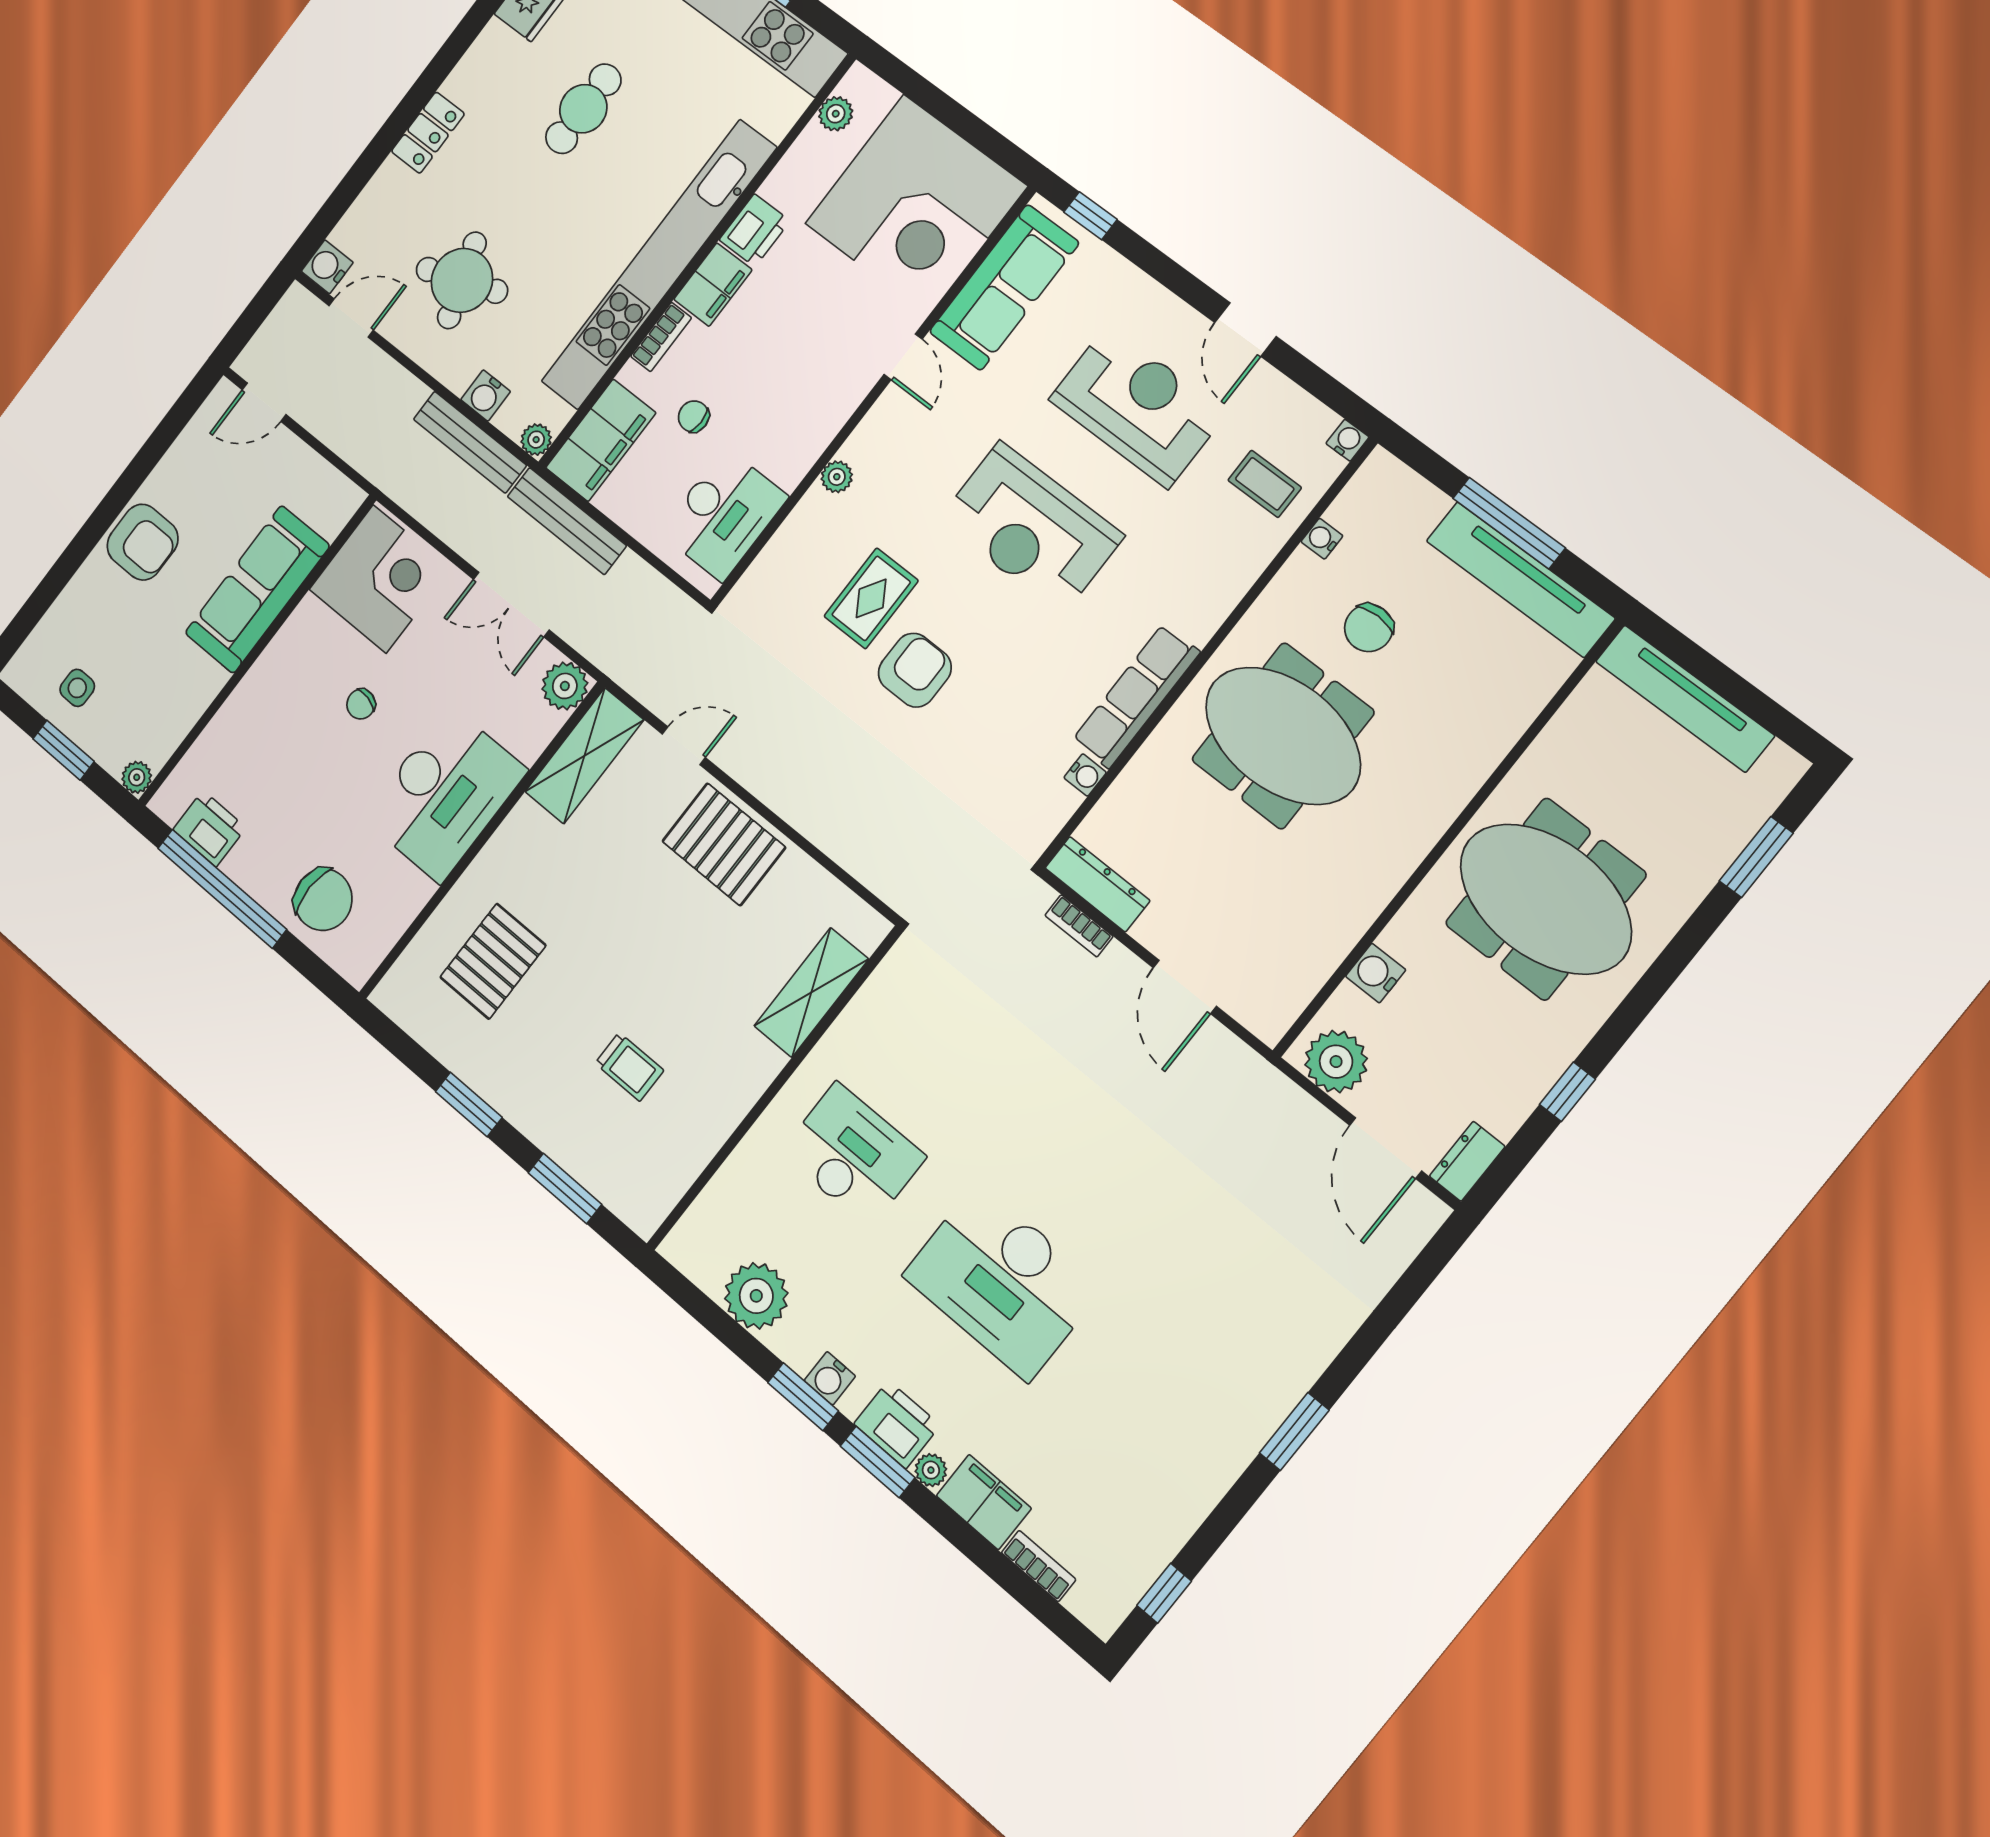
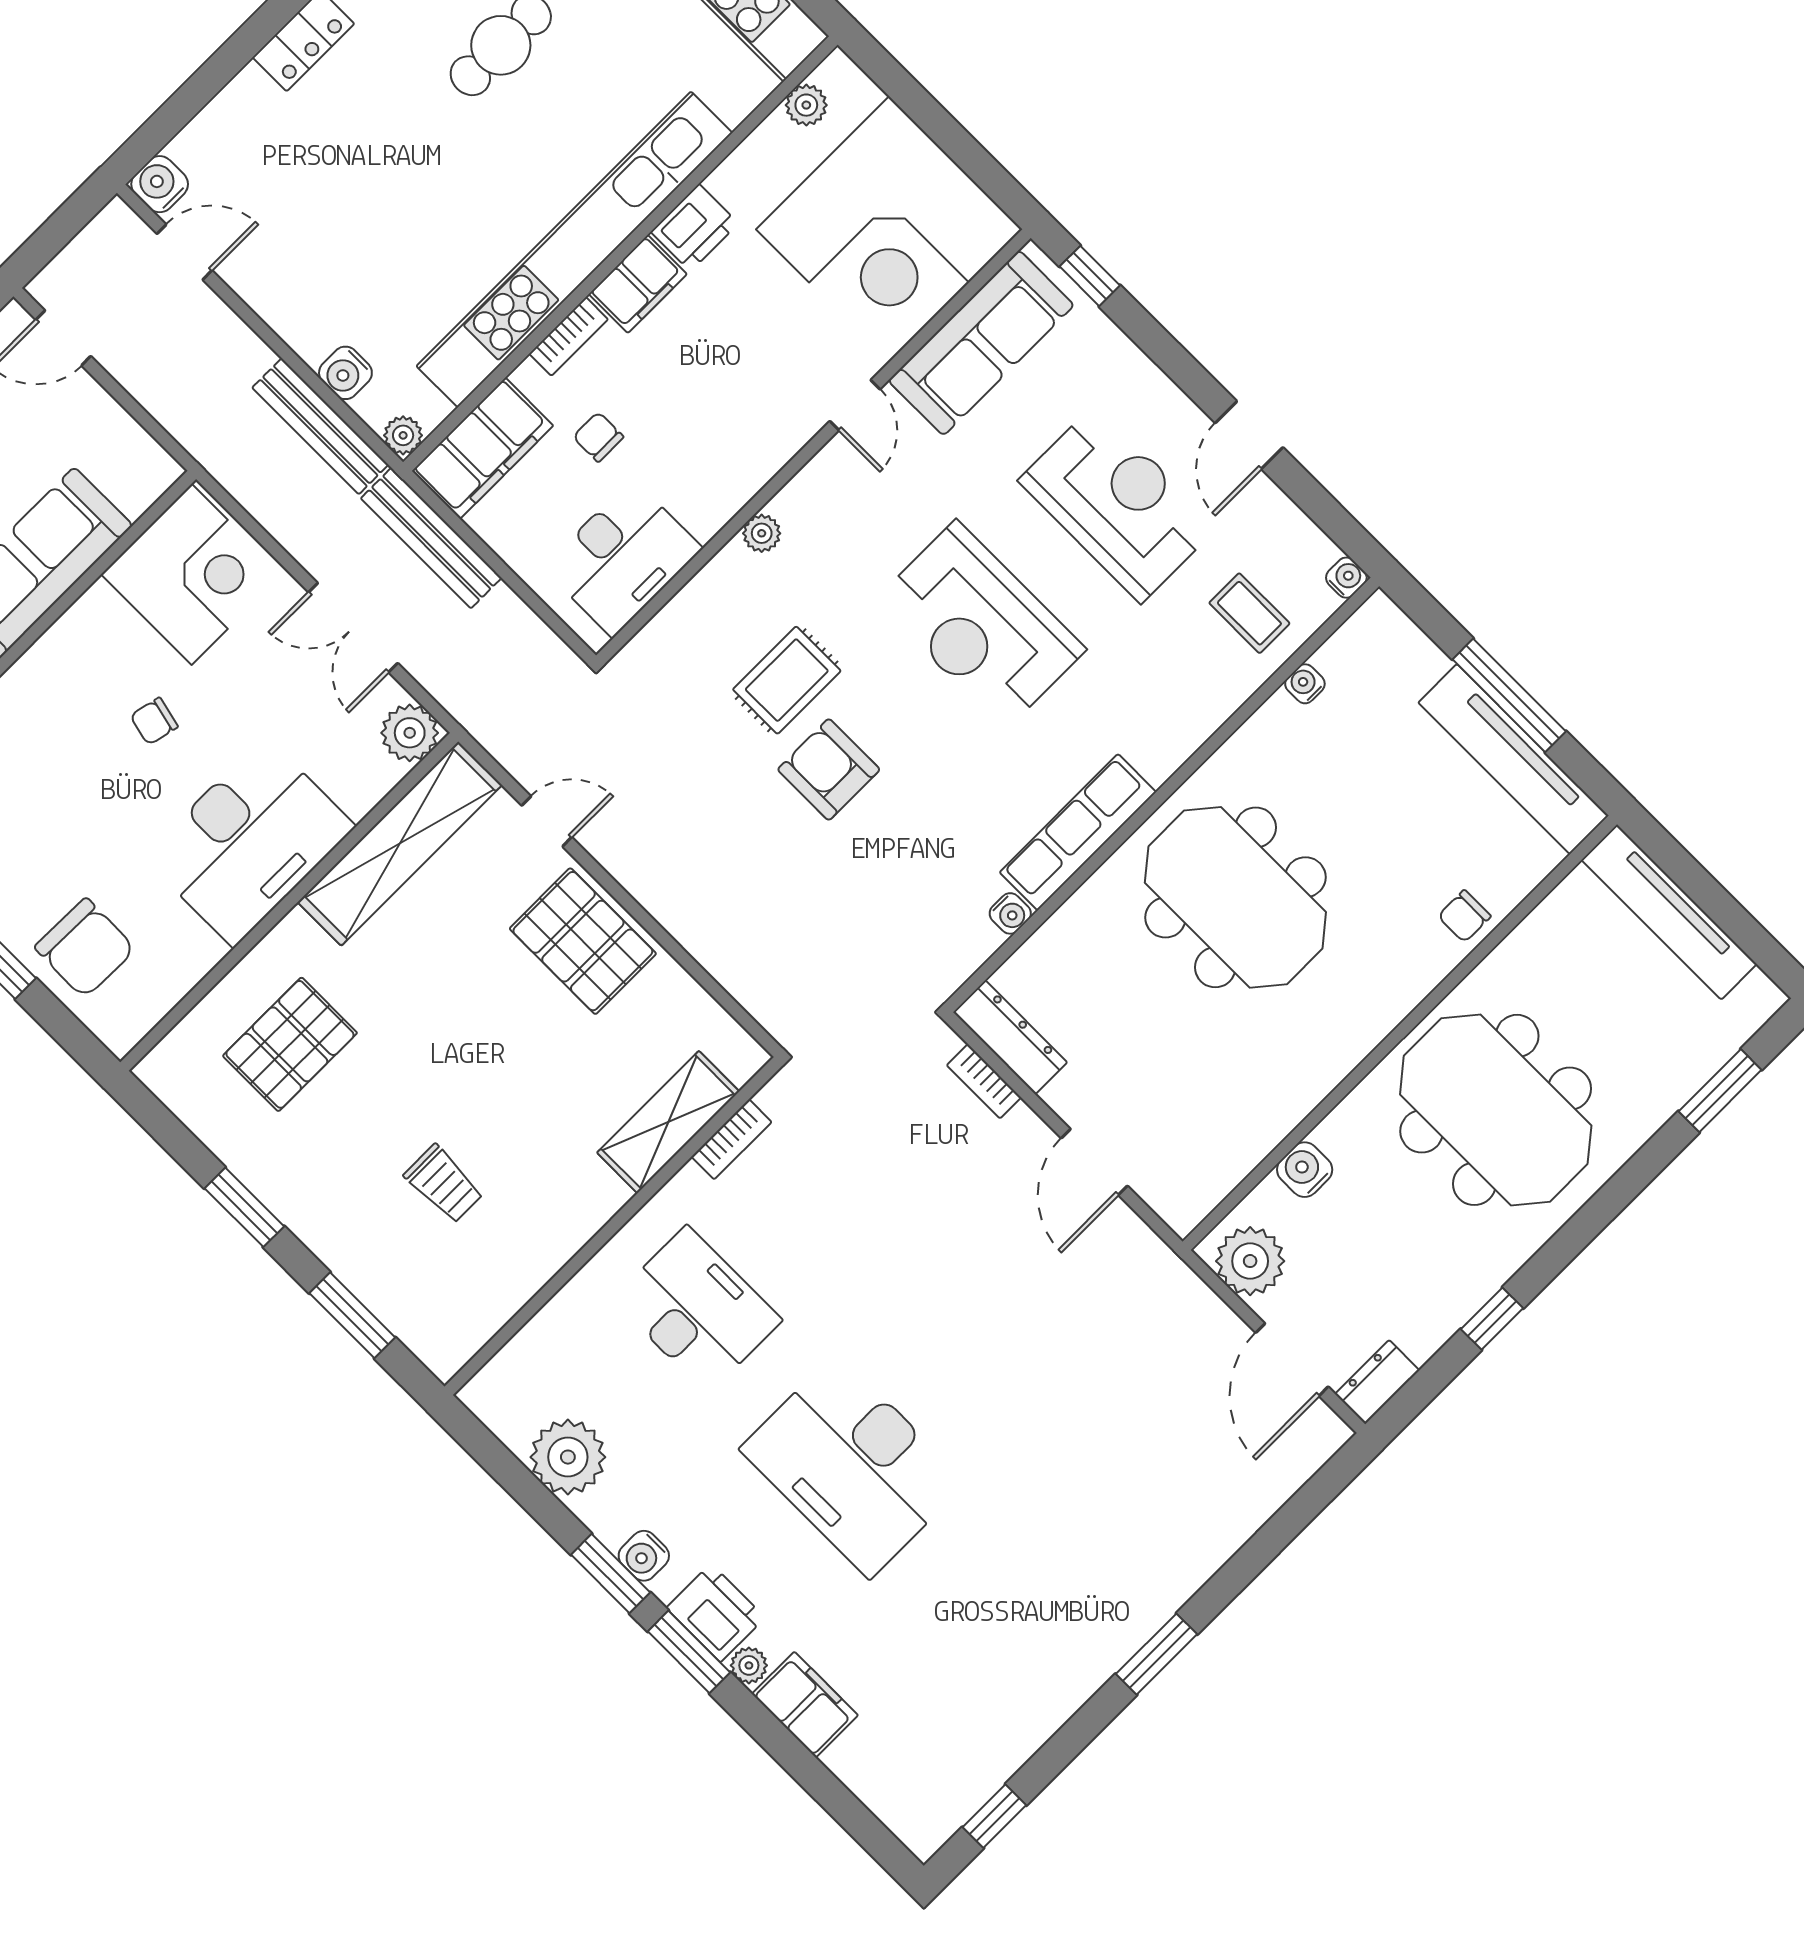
round table: (462, 280) -> (329, 229), removed
chair: (1369, 628) -> (1464, 916), moved, width x0.73, depth x0.73
armchair: (915, 670) -> (829, 770), turned -90
shelving: (584, 756) -> (400, 844), width x1.47
bookcase: (1039, 1566) -> (731, 1139), moved, turned 90

